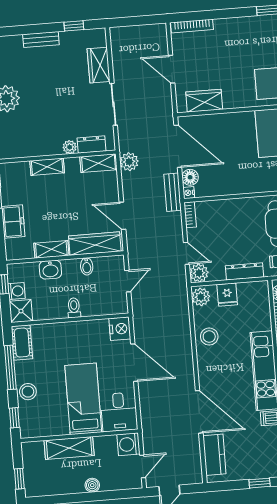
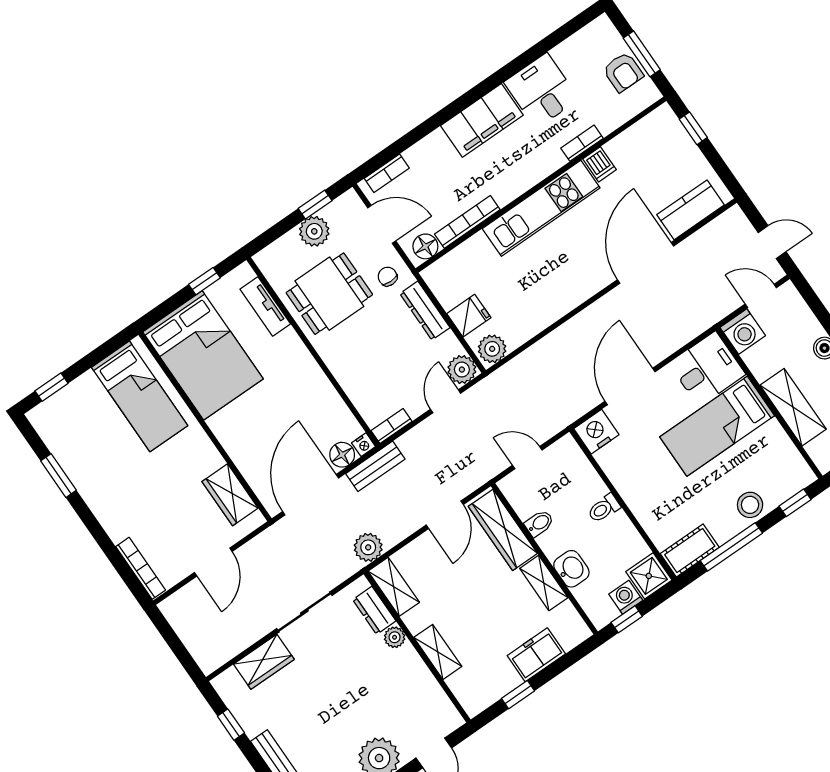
stool: (209, 337) -> (538, 307), removed

